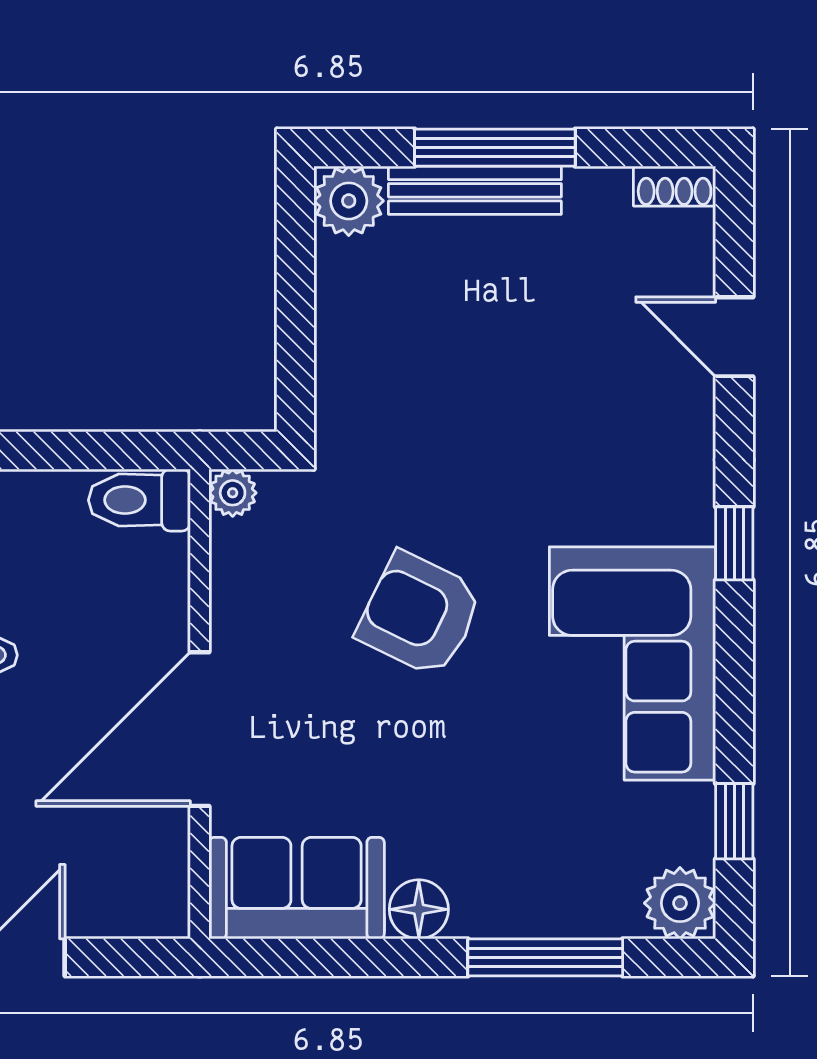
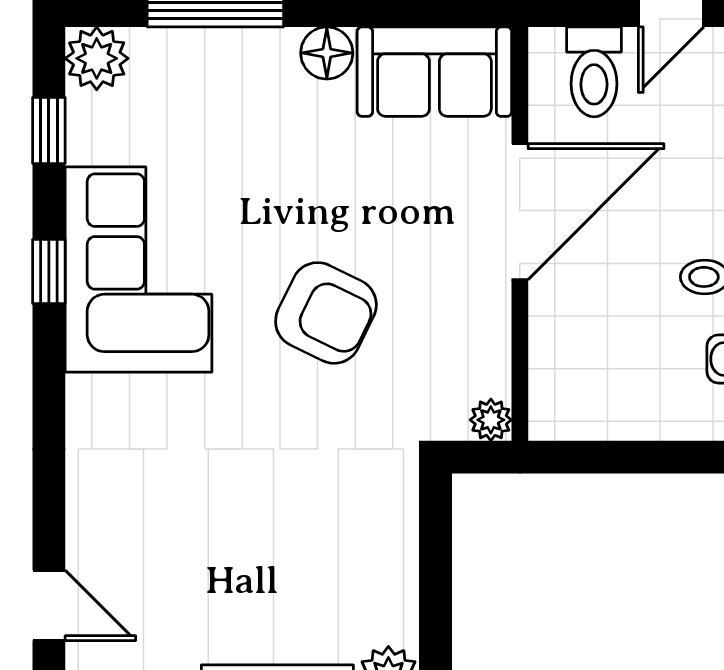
door: (734, 337) -> (49, 605), moved
toilet: (139, 500) -> (594, 72), moved, turned 90
window: (734, 543) -> (49, 271), moved

